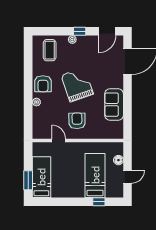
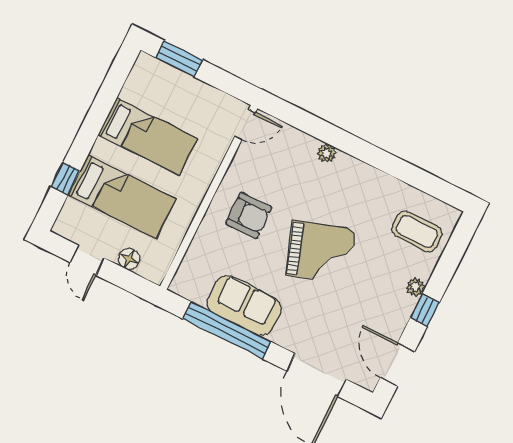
armchair: (43, 84) -> (357, 185), removed
window: (127, 106) -> (227, 330), added
door: (59, 141) -> (245, 125), moved
bed: (41, 177) -> (148, 137), moved

